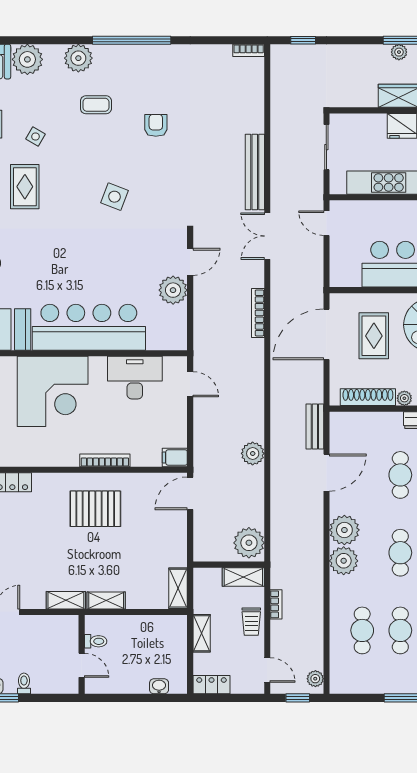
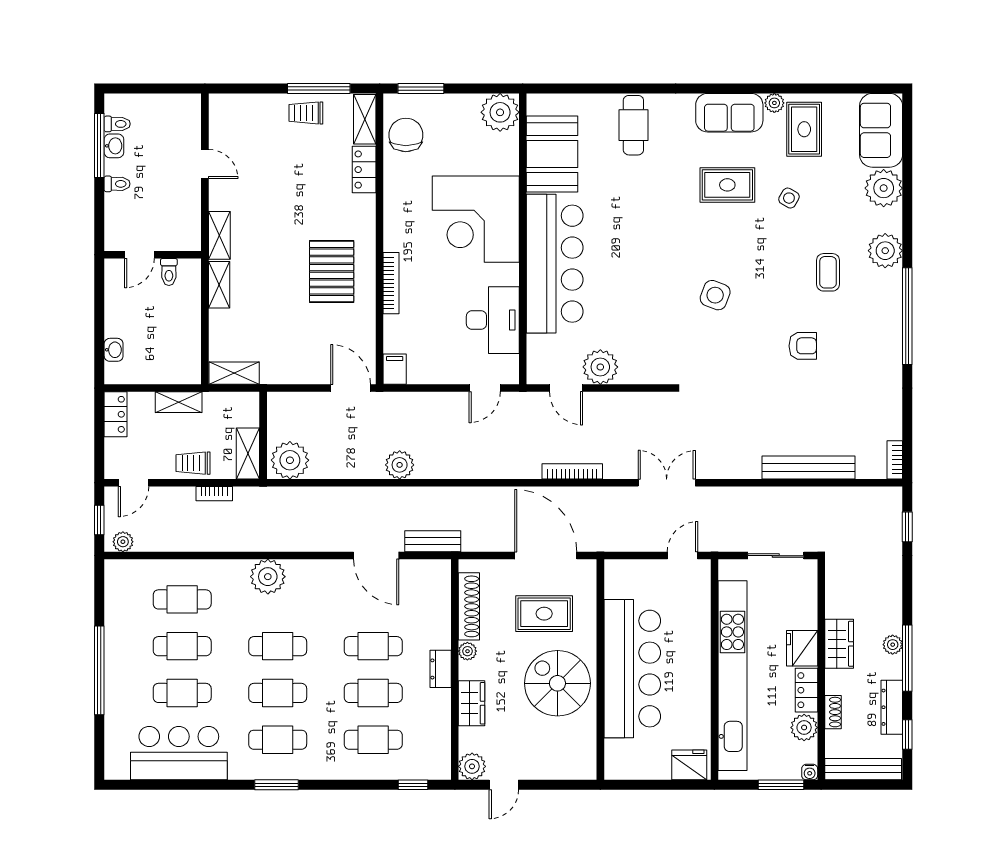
bench: (255, 172) -> (808, 468), moved
door: (190, 262) -> (566, 388), moved
plant: (344, 530) -> (306, 578), removed

